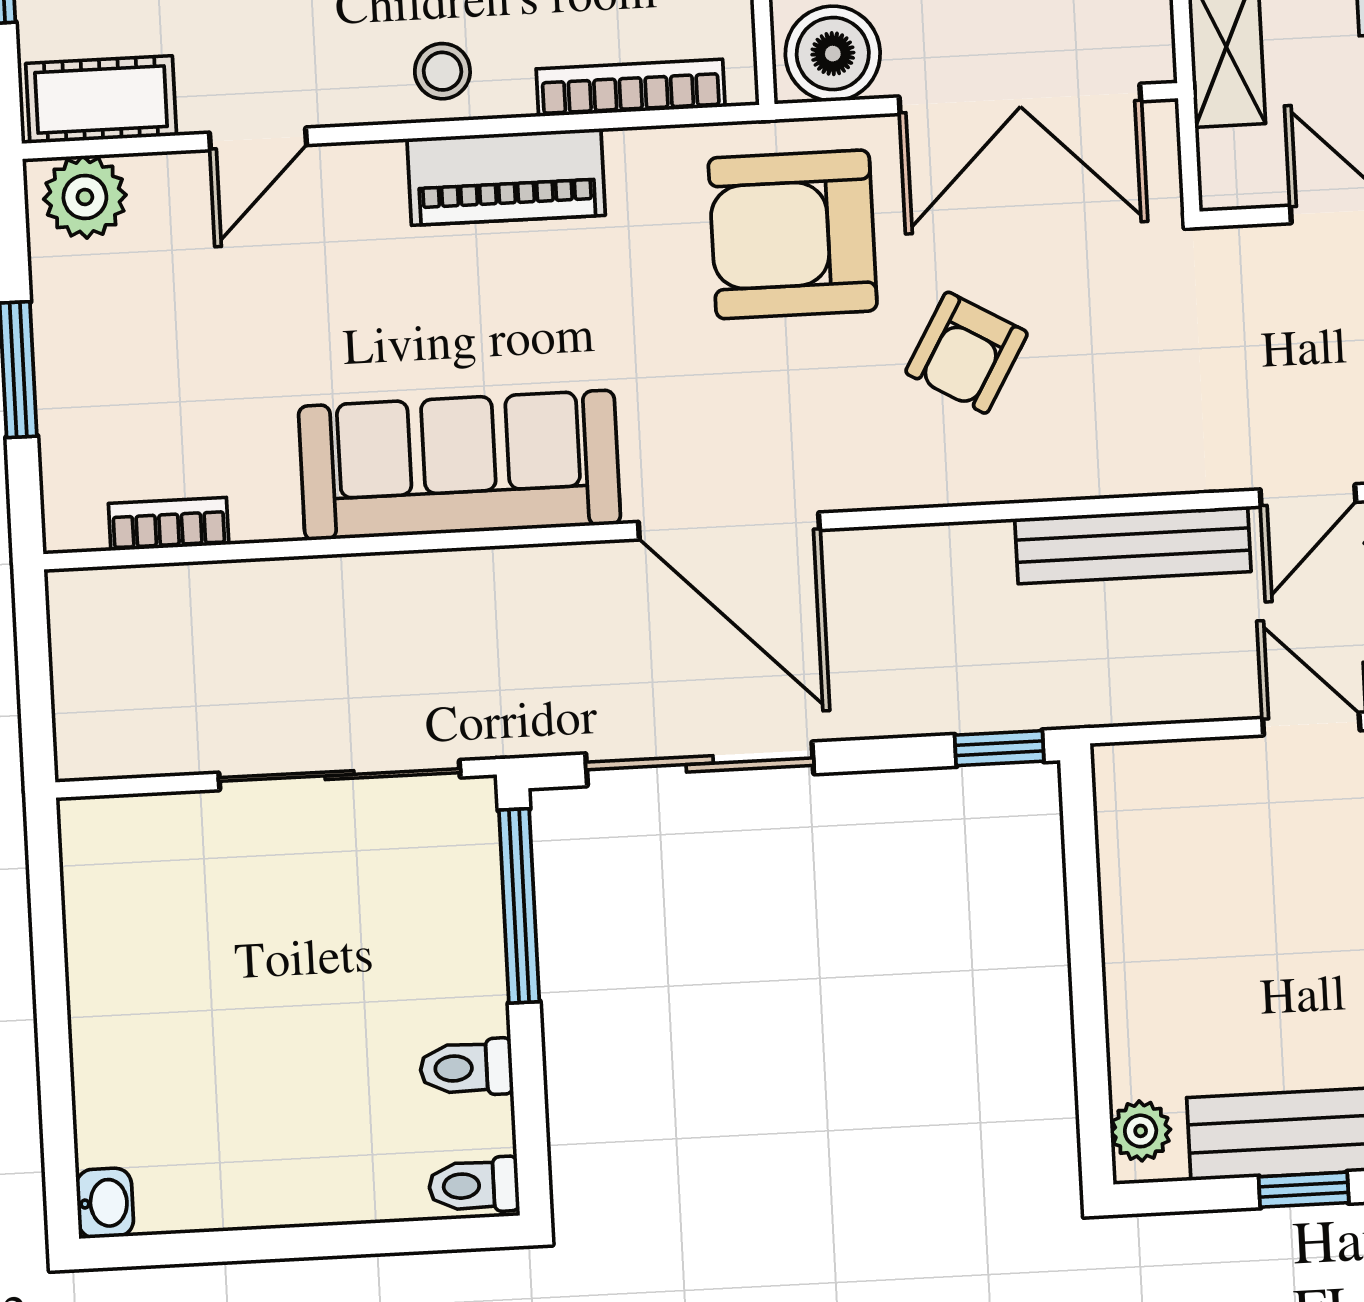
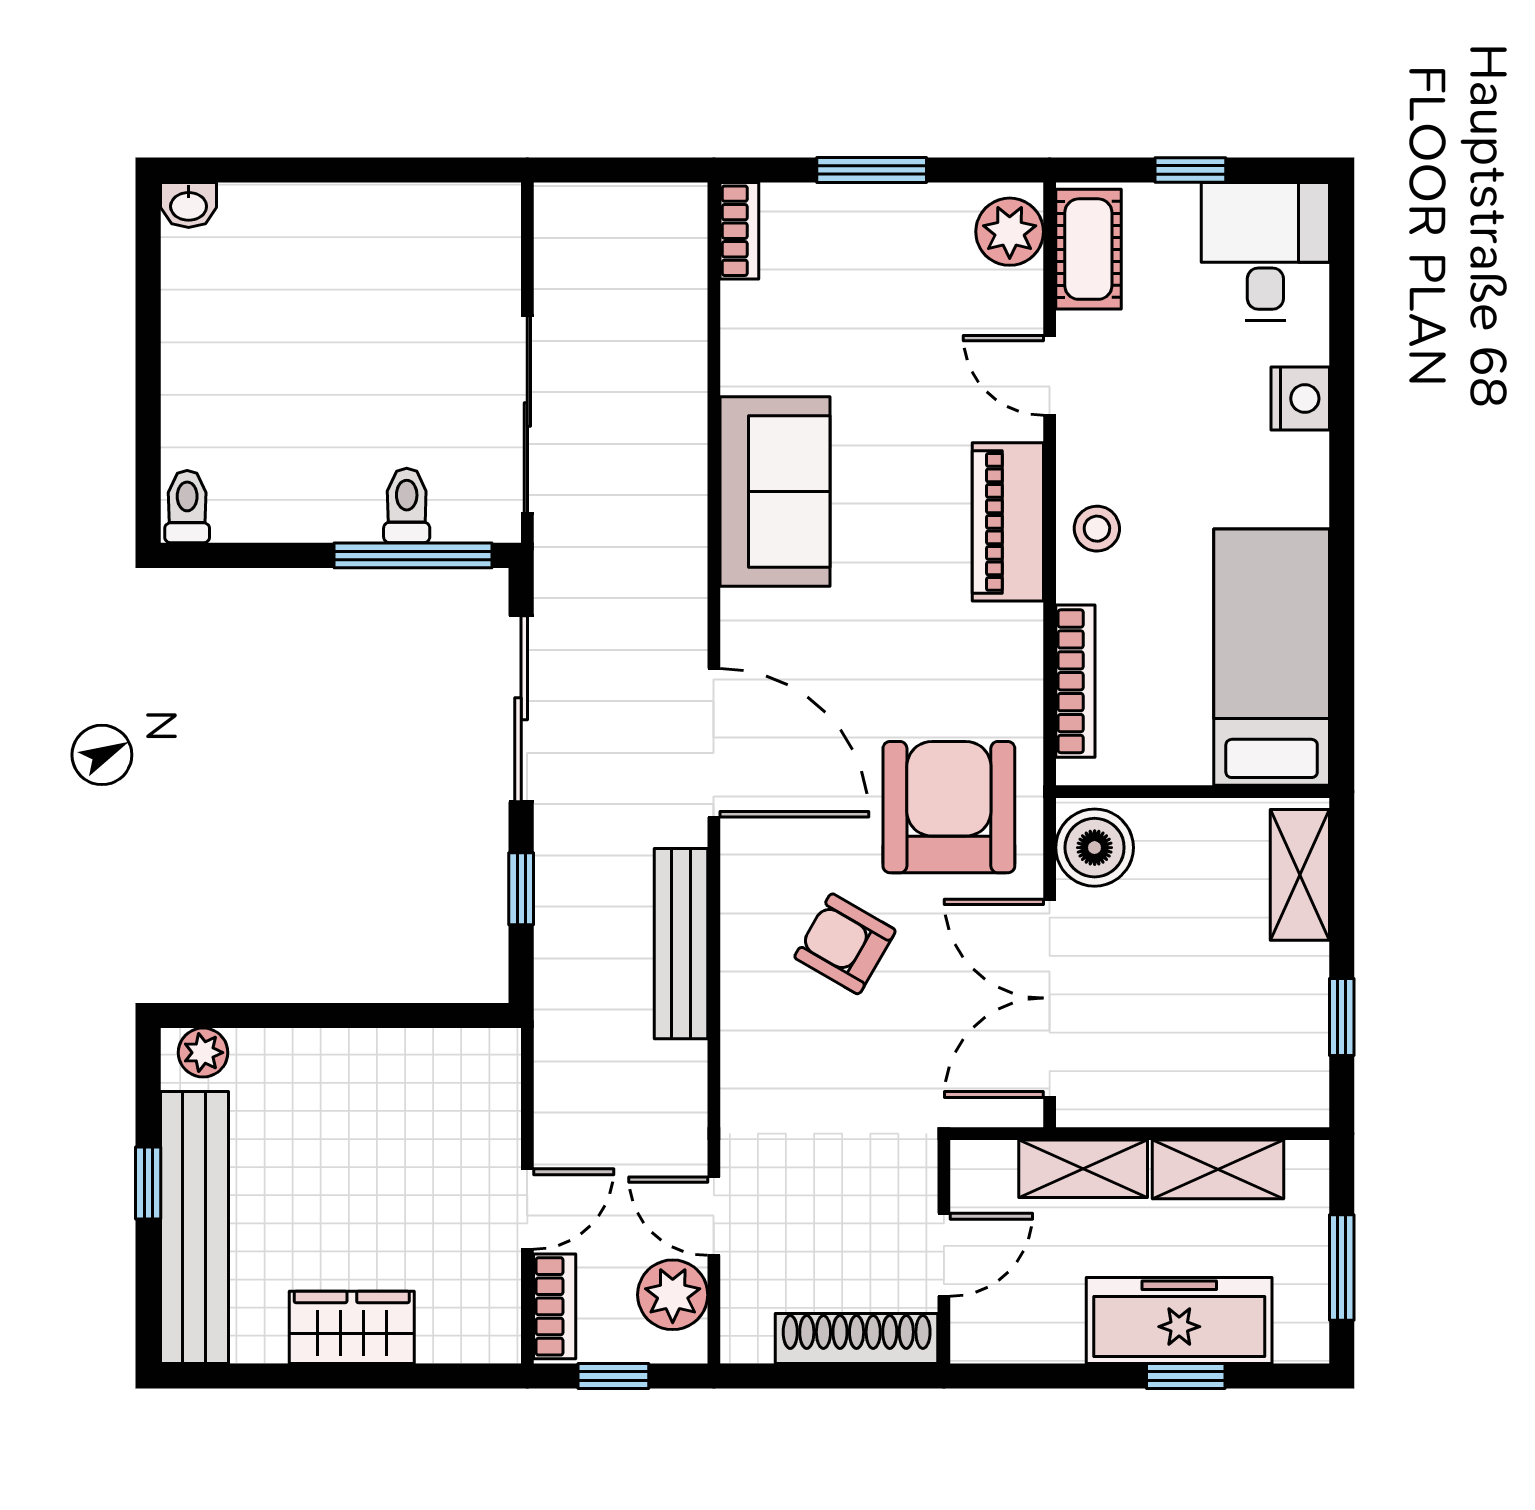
piano: (506, 177) -> (1008, 522), moved
sofa: (459, 465) -> (775, 491), width x0.73
bookcase: (169, 524) -> (739, 231), moved
door: (729, 526) -> (714, 743), swing flipped
bench: (1133, 545) -> (681, 944), moved
window: (999, 748) -> (521, 889), moved
toilet: (466, 1068) -> (407, 506), moved

